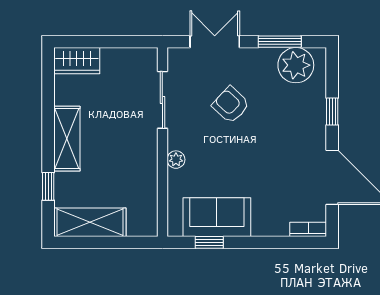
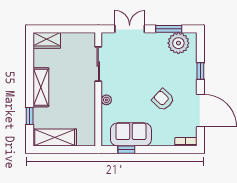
armchair: (231, 105) -> (163, 100), moved

